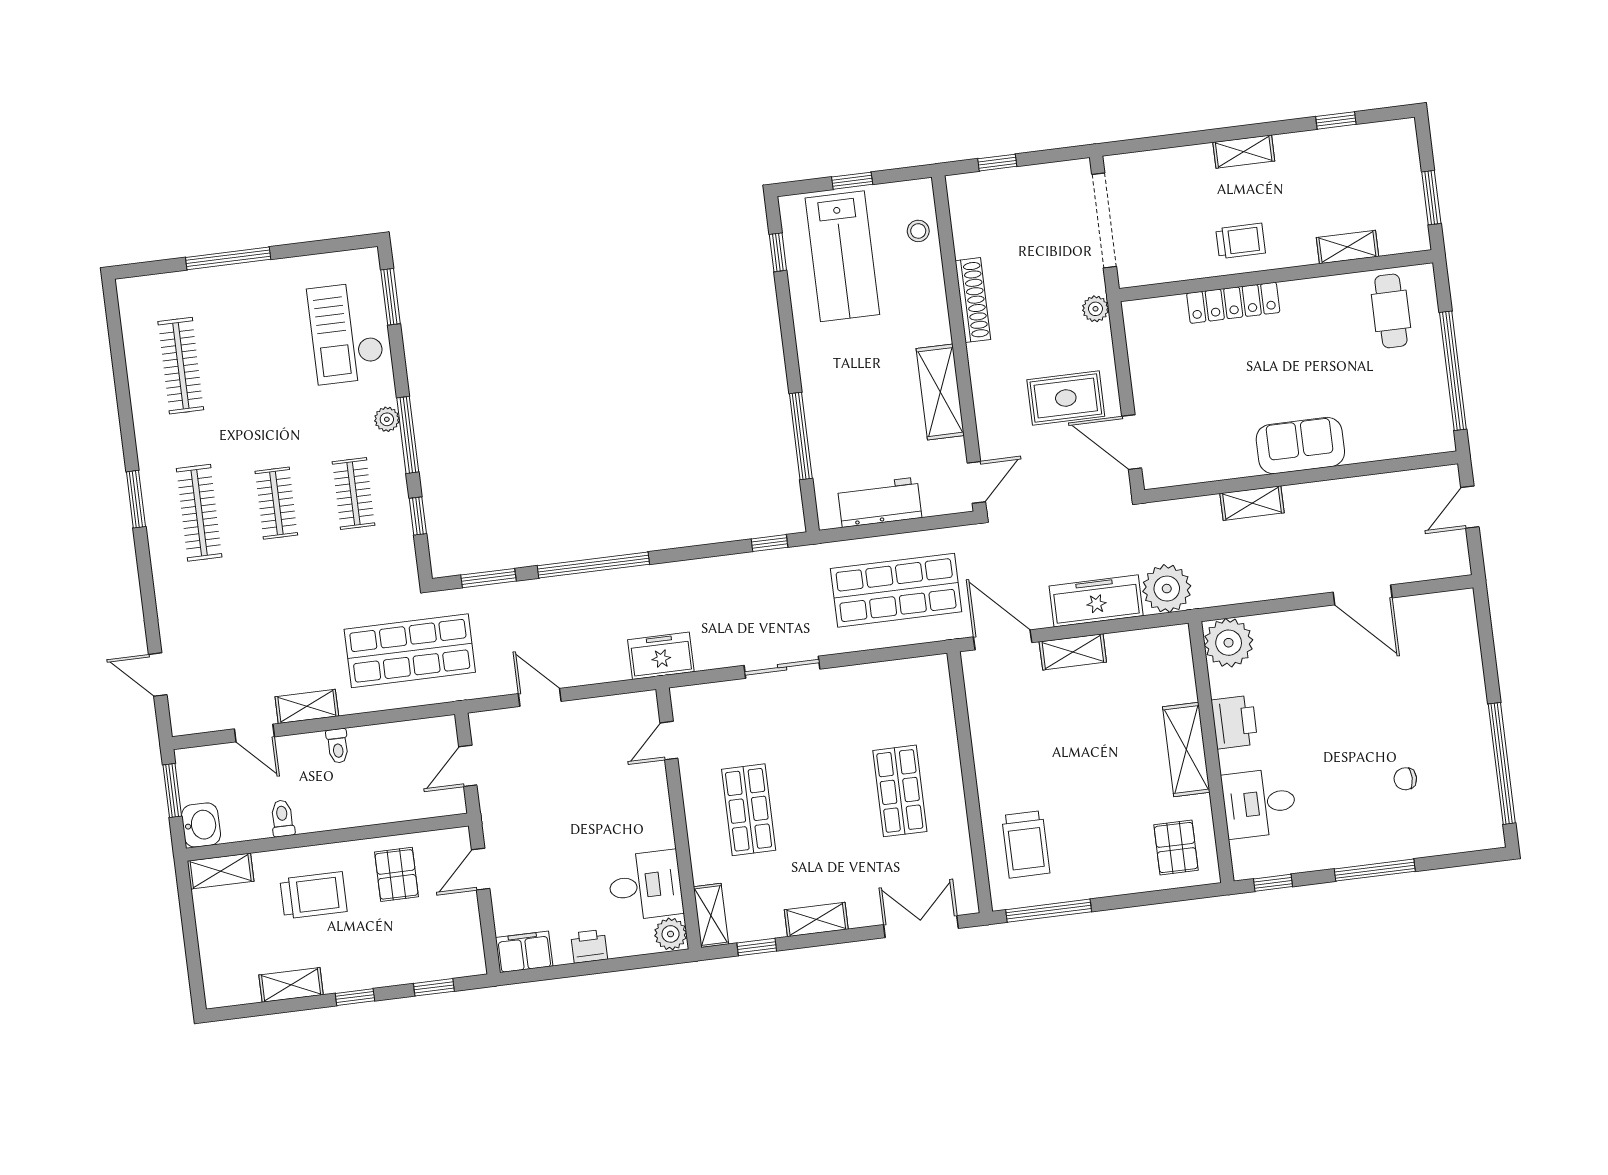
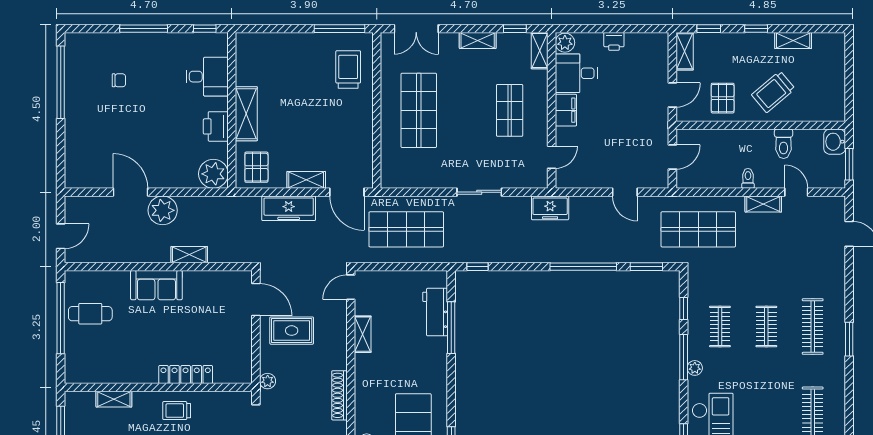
cafe table: (1391, 311) -> (90, 314), moved, turned 90
shelving: (940, 392) -> (363, 334), width x0.67, depth x0.75
workbench: (880, 502) -> (435, 312), moved, turned 90
plant: (1167, 589) -> (163, 210), moved
shop shelf: (900, 791) -> (419, 110), width x1.43, depth x1.36
toilet: (282, 818) -> (784, 144), width x1.37, depth x1.39
pallet: (1176, 848) -> (256, 167), moved
shelving: (221, 871) -> (685, 51), moved, turned 90
trolley: (313, 895) -> (773, 92), turned -40
filing cabinet: (524, 952) -> (566, 110), moved, turned -90

